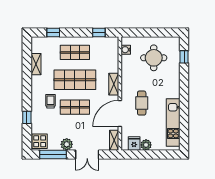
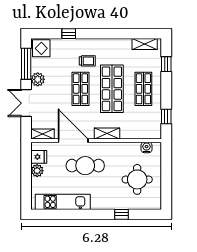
window: (184, 57) -> (122, 214), moved
shelving: (36, 64) -> (145, 44), moved
cafe table: (142, 103) -> (85, 166), width x1.37, depth x1.35

